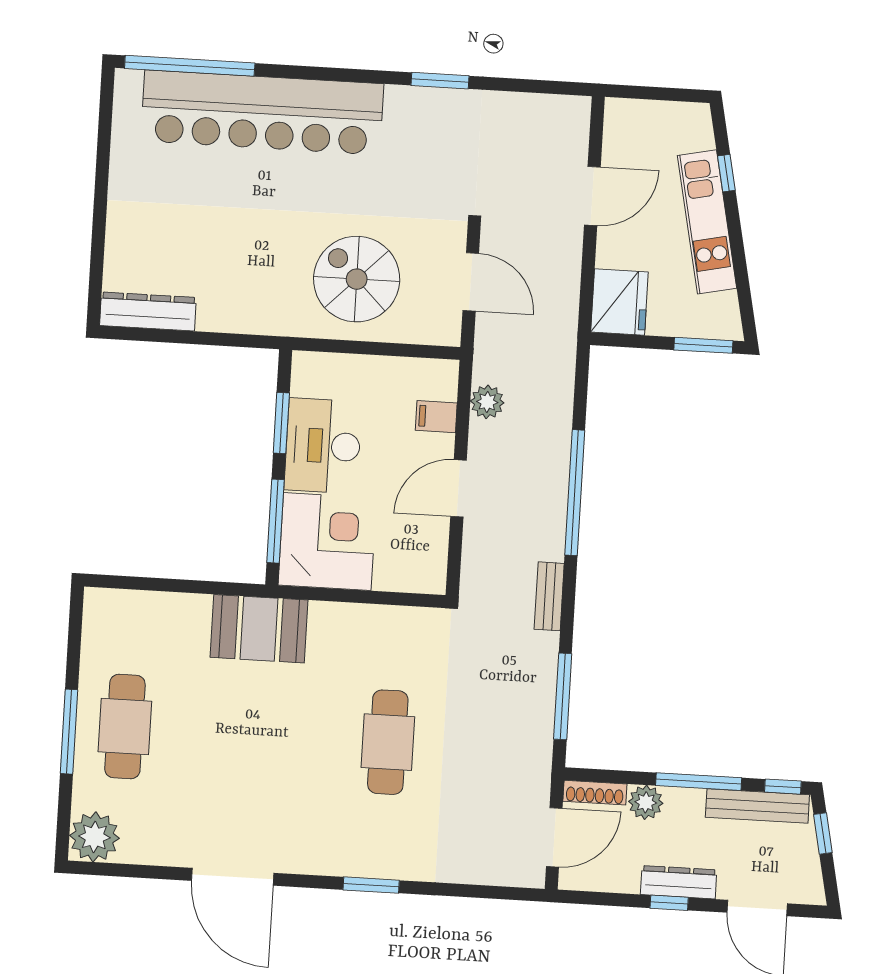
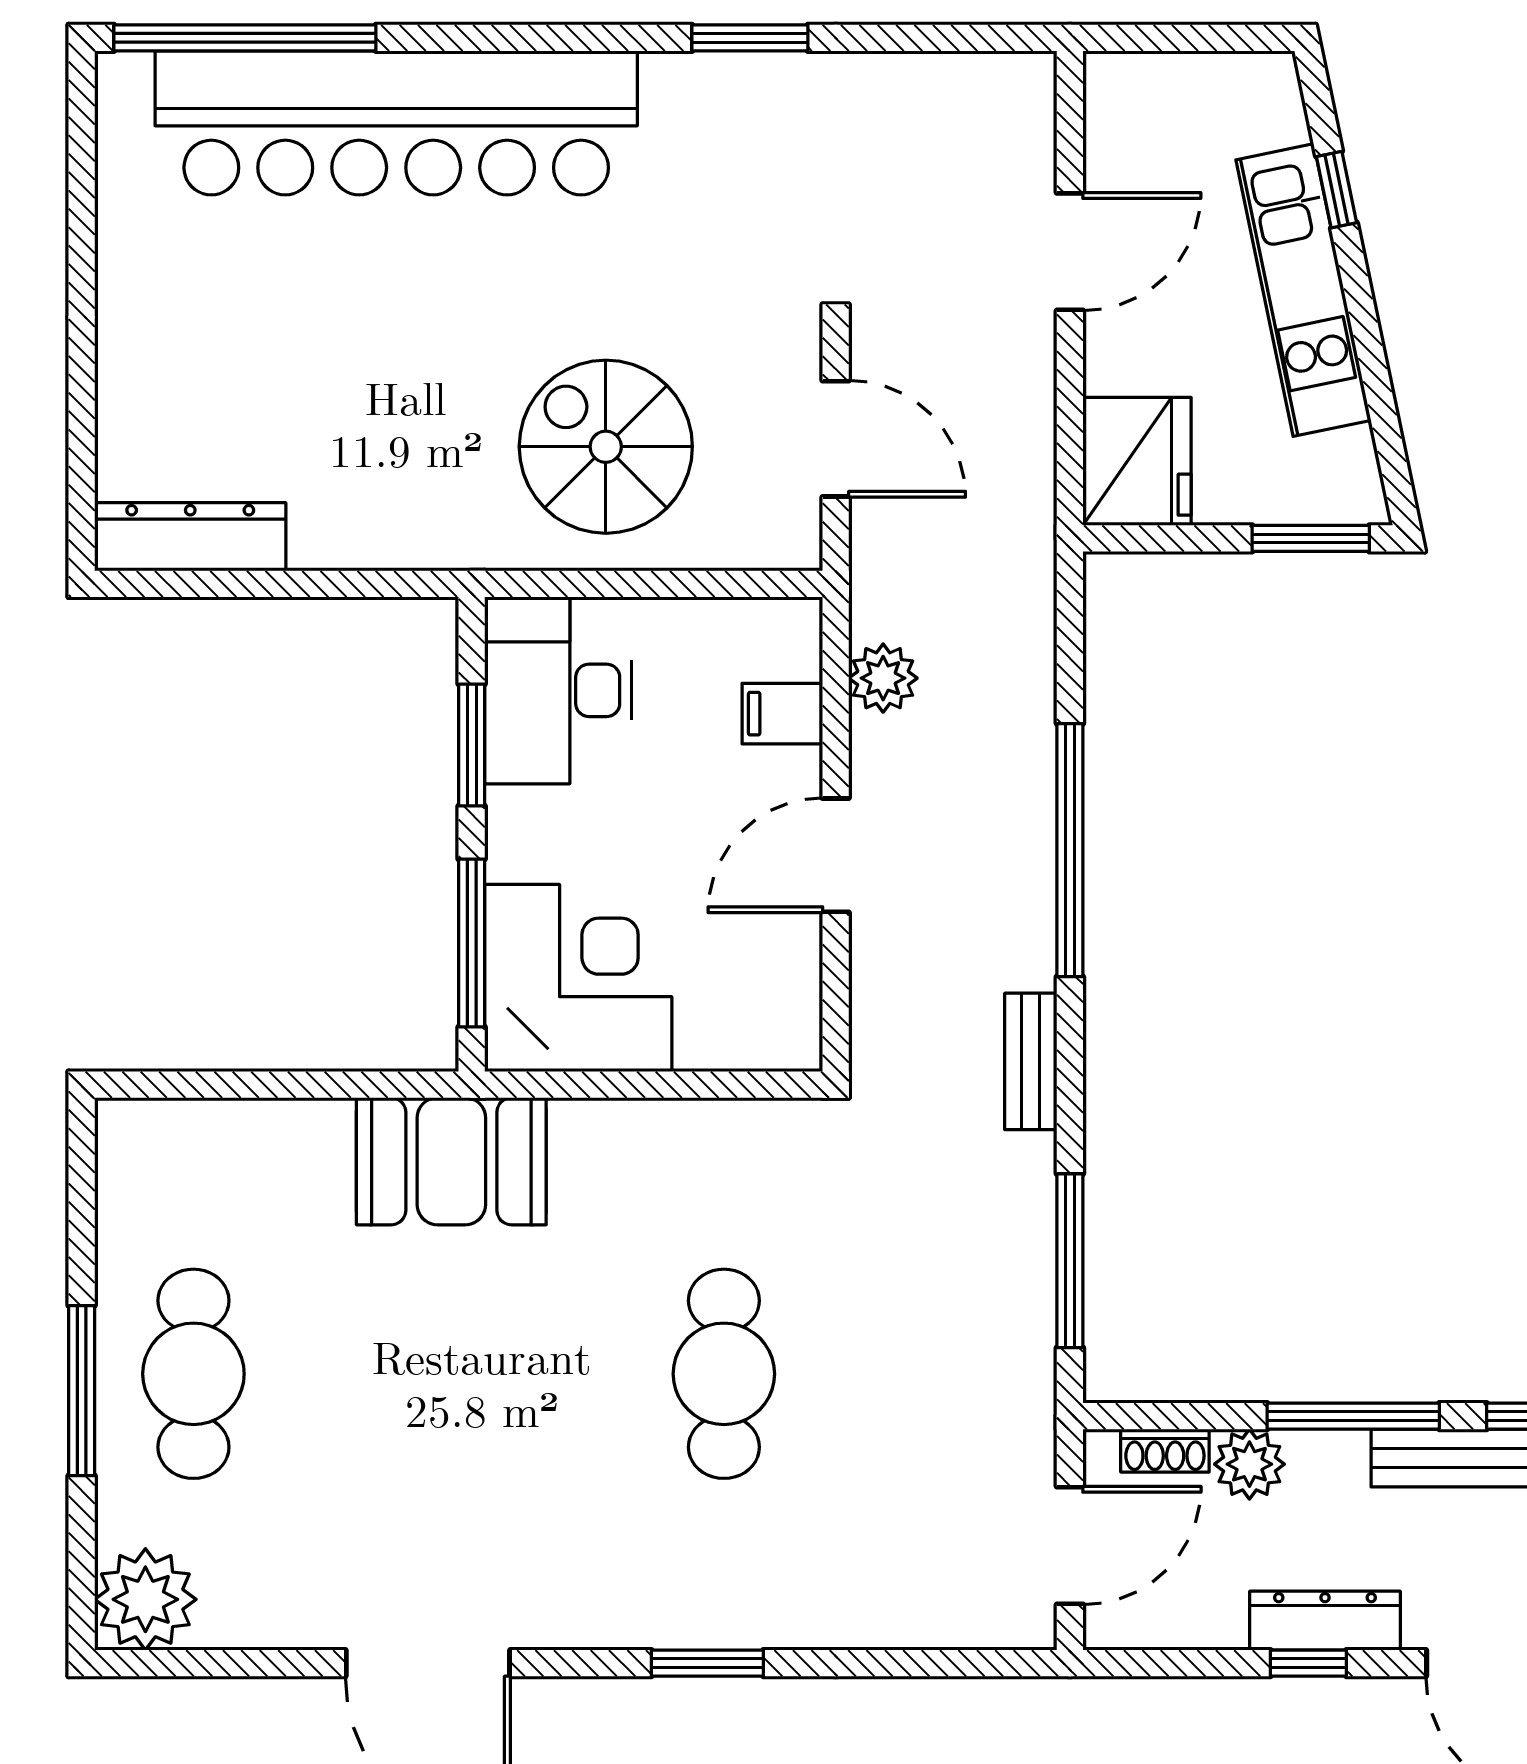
desk: (323, 446) -> (558, 690), moved
shoe rack: (595, 793) -> (1165, 1451), width x0.70

